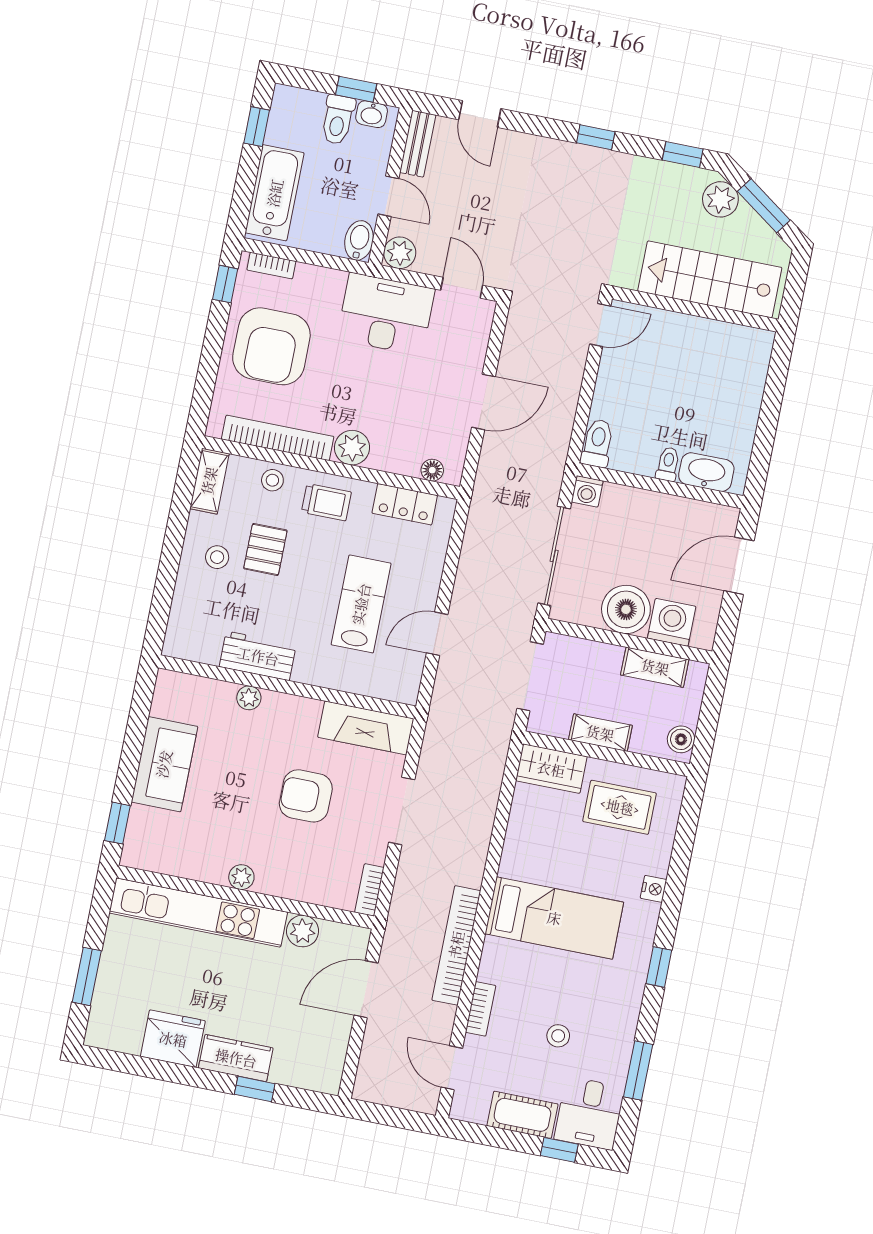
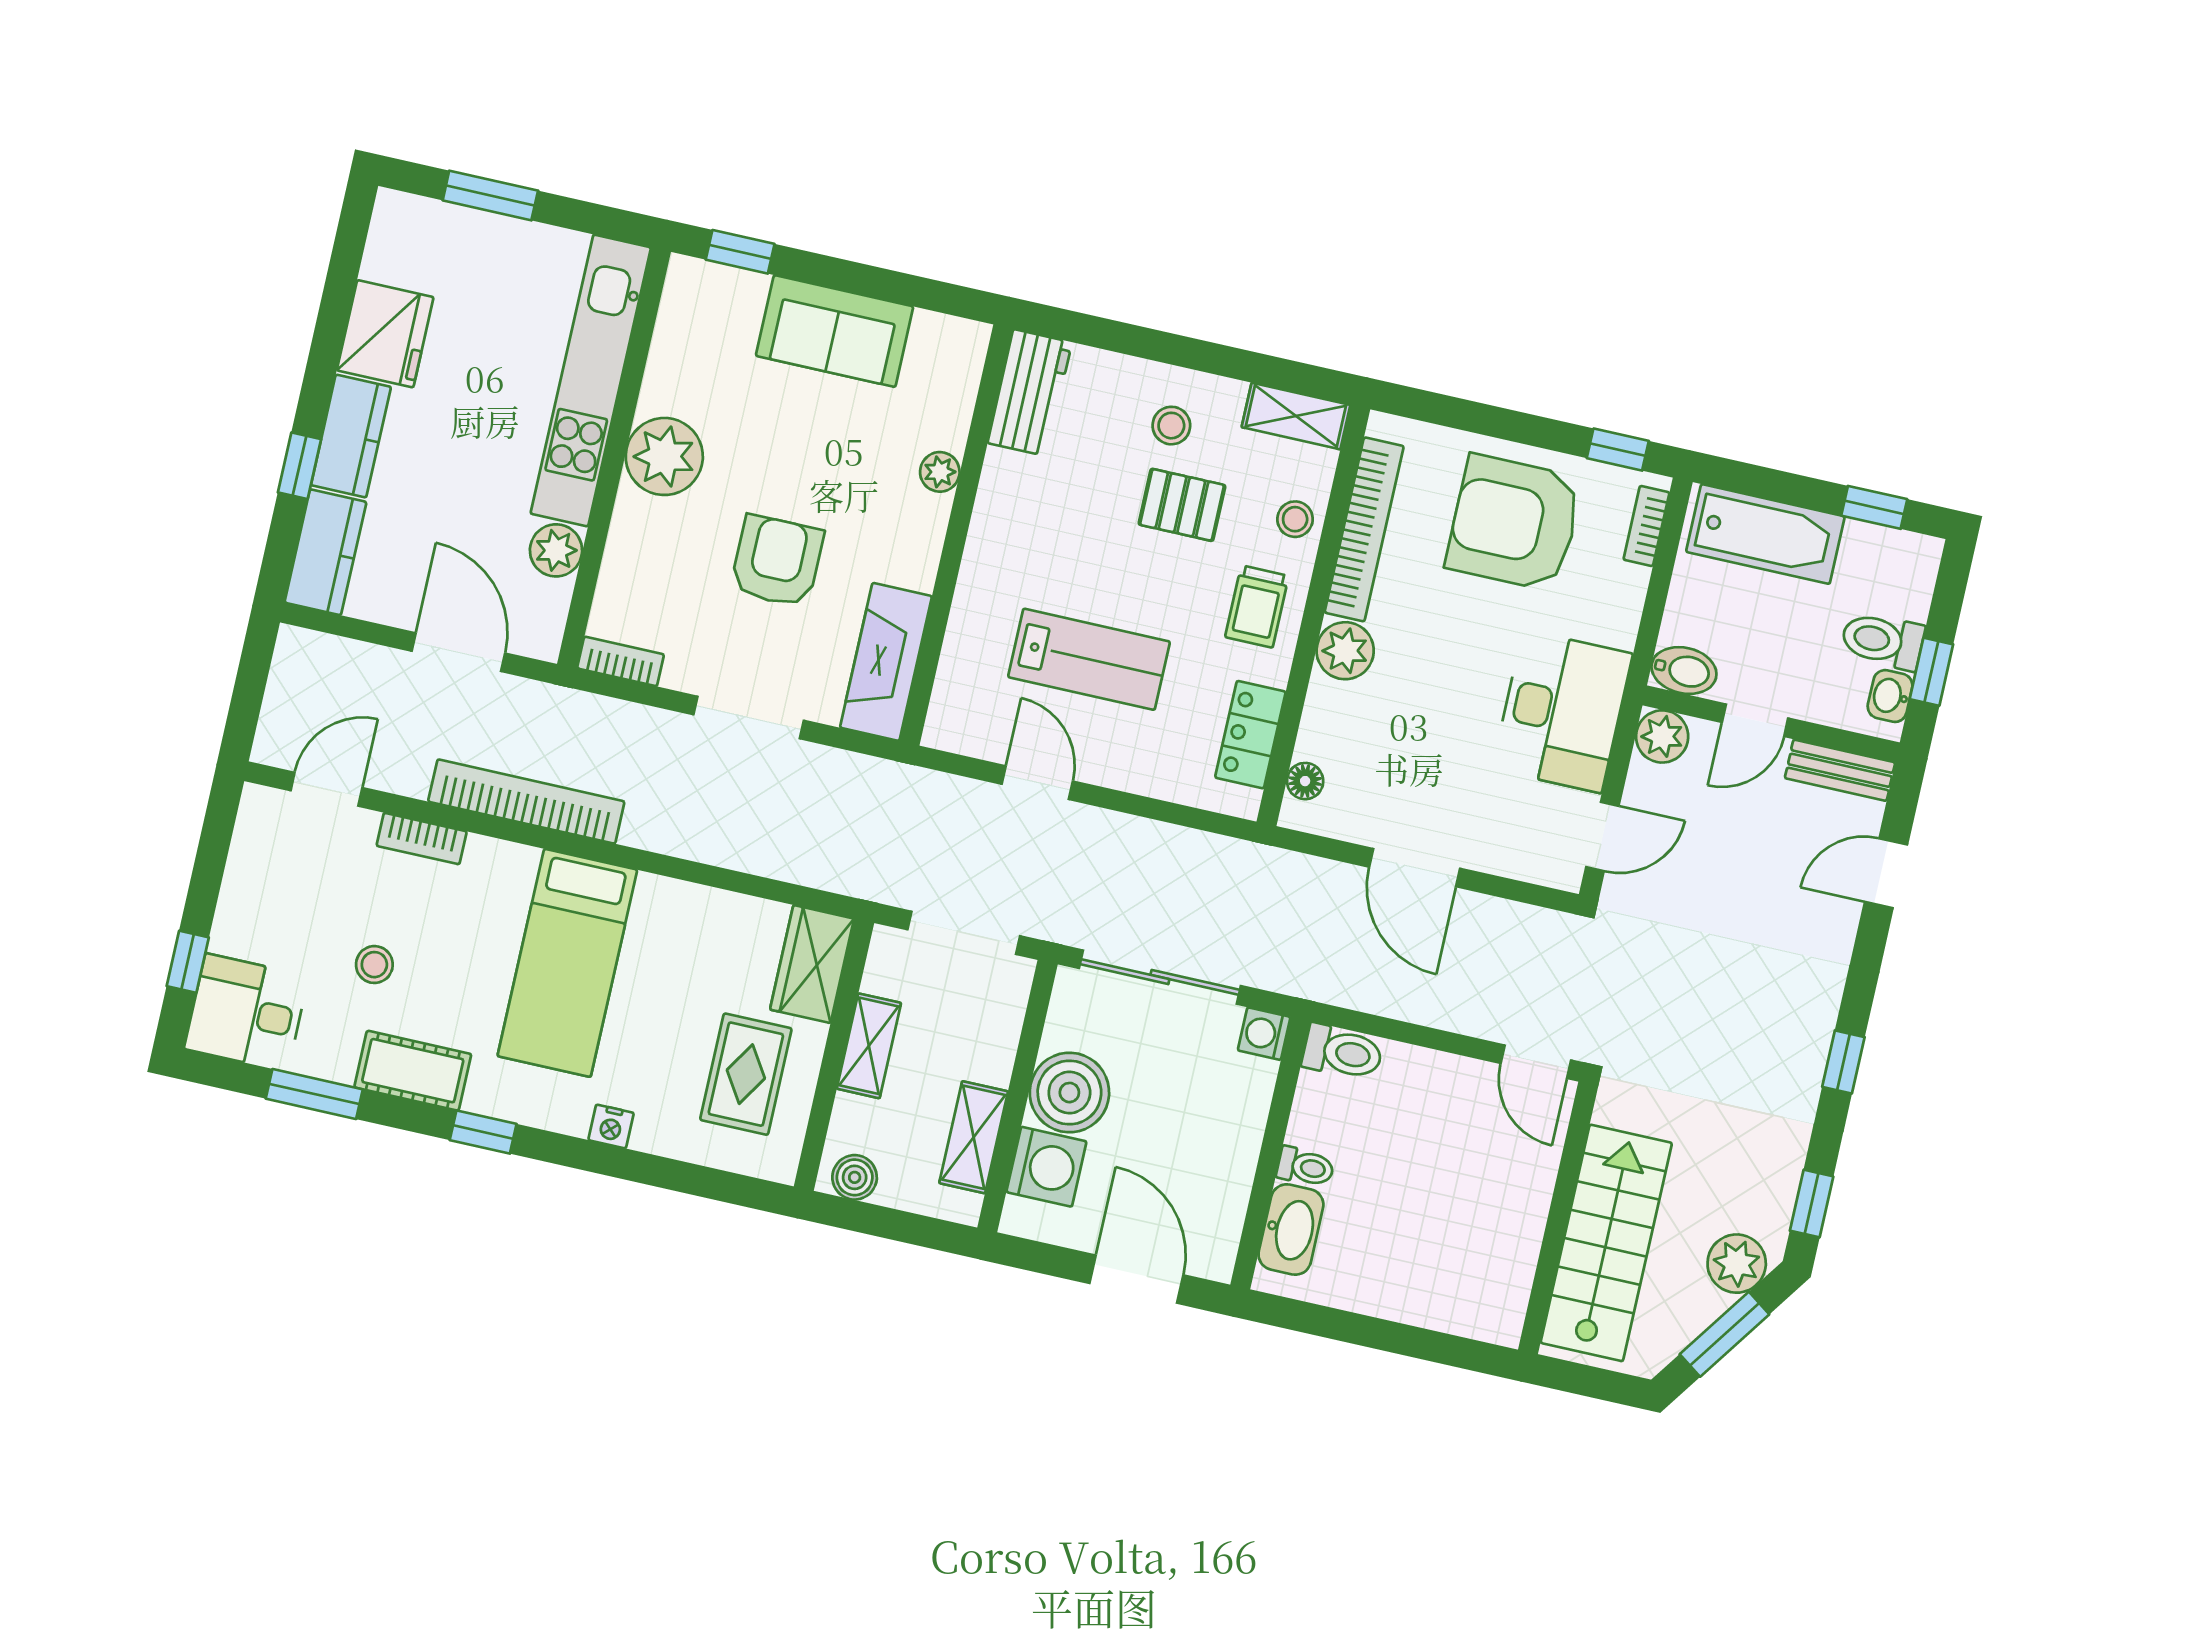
workbench: (258, 656) -> (1030, 393), moved
plant: (241, 877) -> (664, 456), width x1.87, depth x1.87
kitchen counter: (307, 1072) -> (325, 552), added
cot: (522, 1115) -> (413, 1071), moved, turned 90

